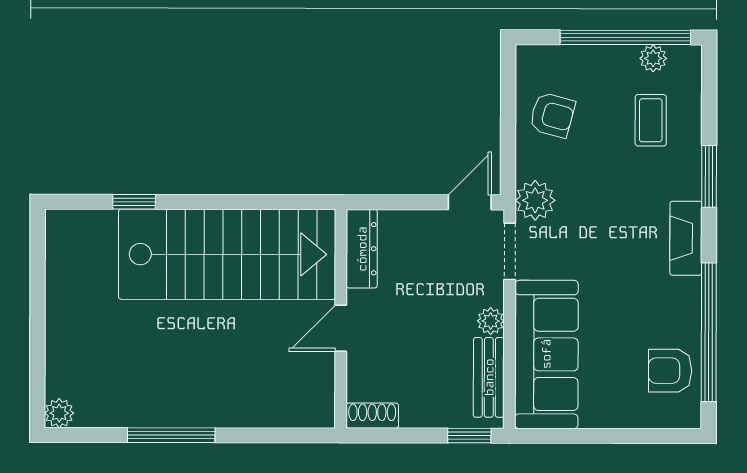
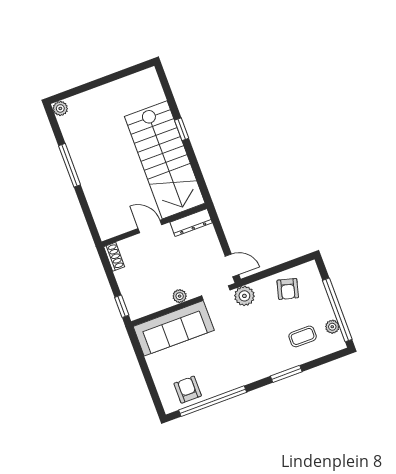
window: (134, 202) -> (182, 129), moved
fireplace: (686, 238) -> (253, 374), removed
bench: (489, 377) -> (153, 305), removed

